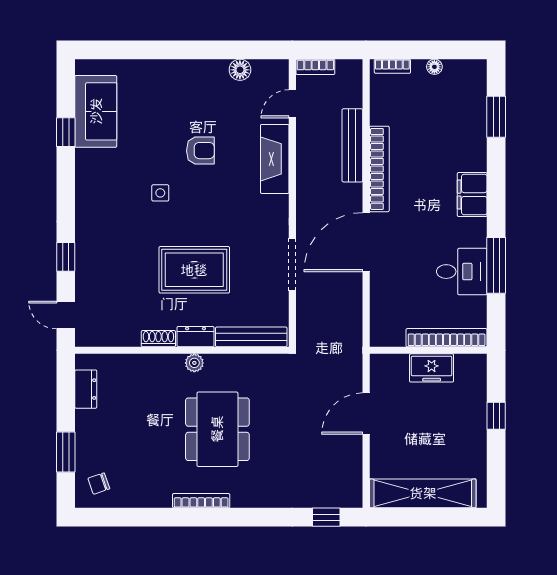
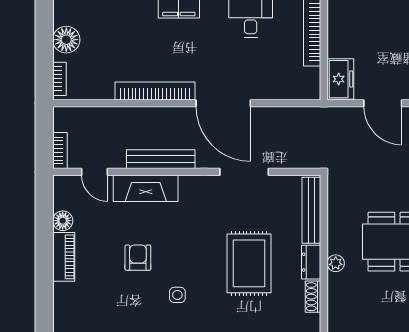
floor lamp: (434, 67) -> (66, 40), width x1.89, depth x1.89
piano: (201, 71) -> (64, 257), added
bench: (352, 145) -> (161, 159), moved
freezer: (432, 368) -> (340, 79), moved

